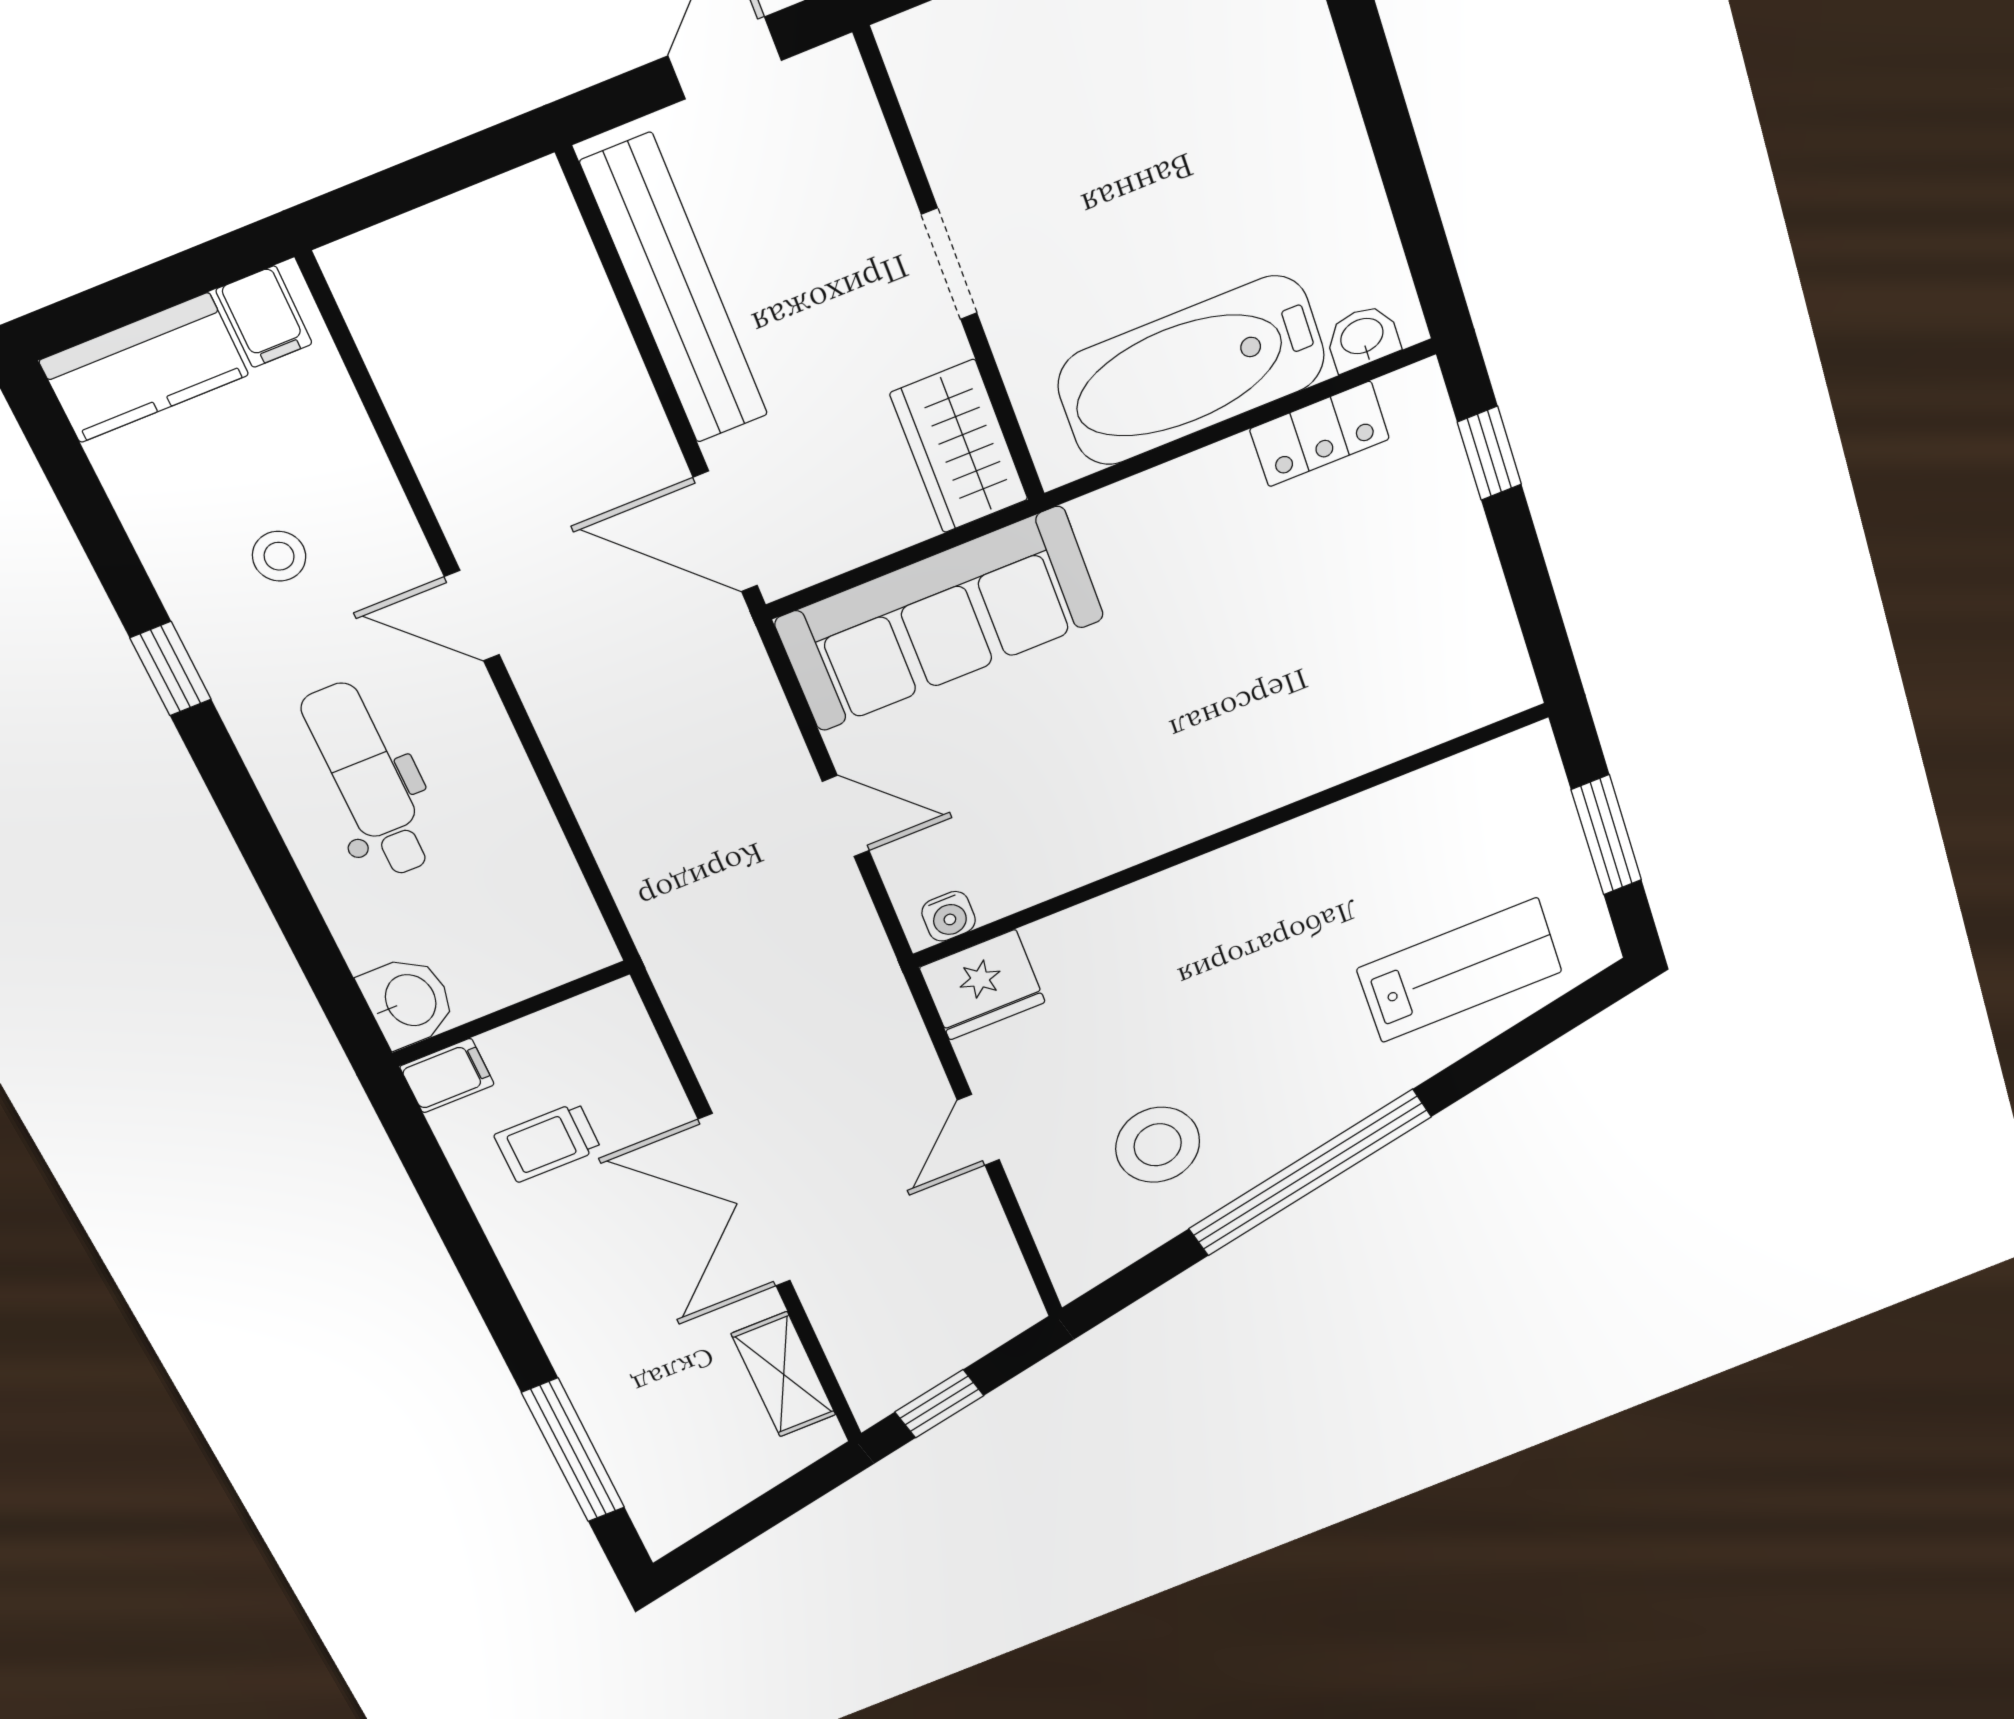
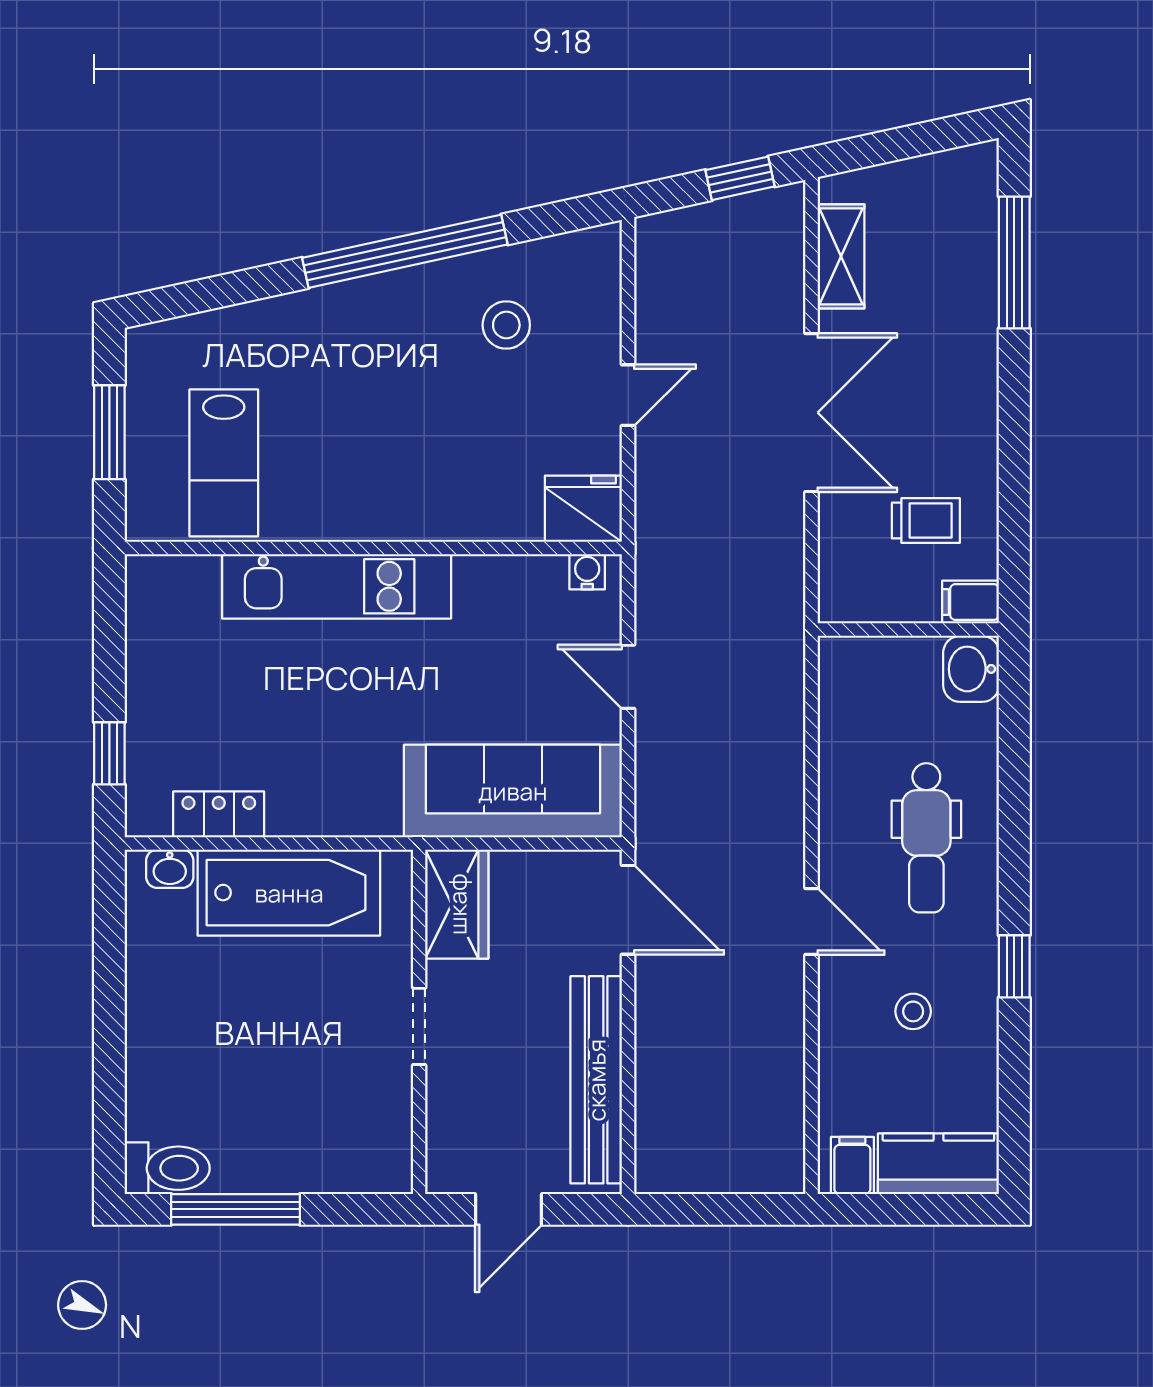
kitchen unit: (1261, 773) -> (337, 586), added
lab bench: (1460, 970) -> (224, 463), moved, turned -90
stool: (1158, 1145) -> (506, 325), width x0.73, depth x0.73

